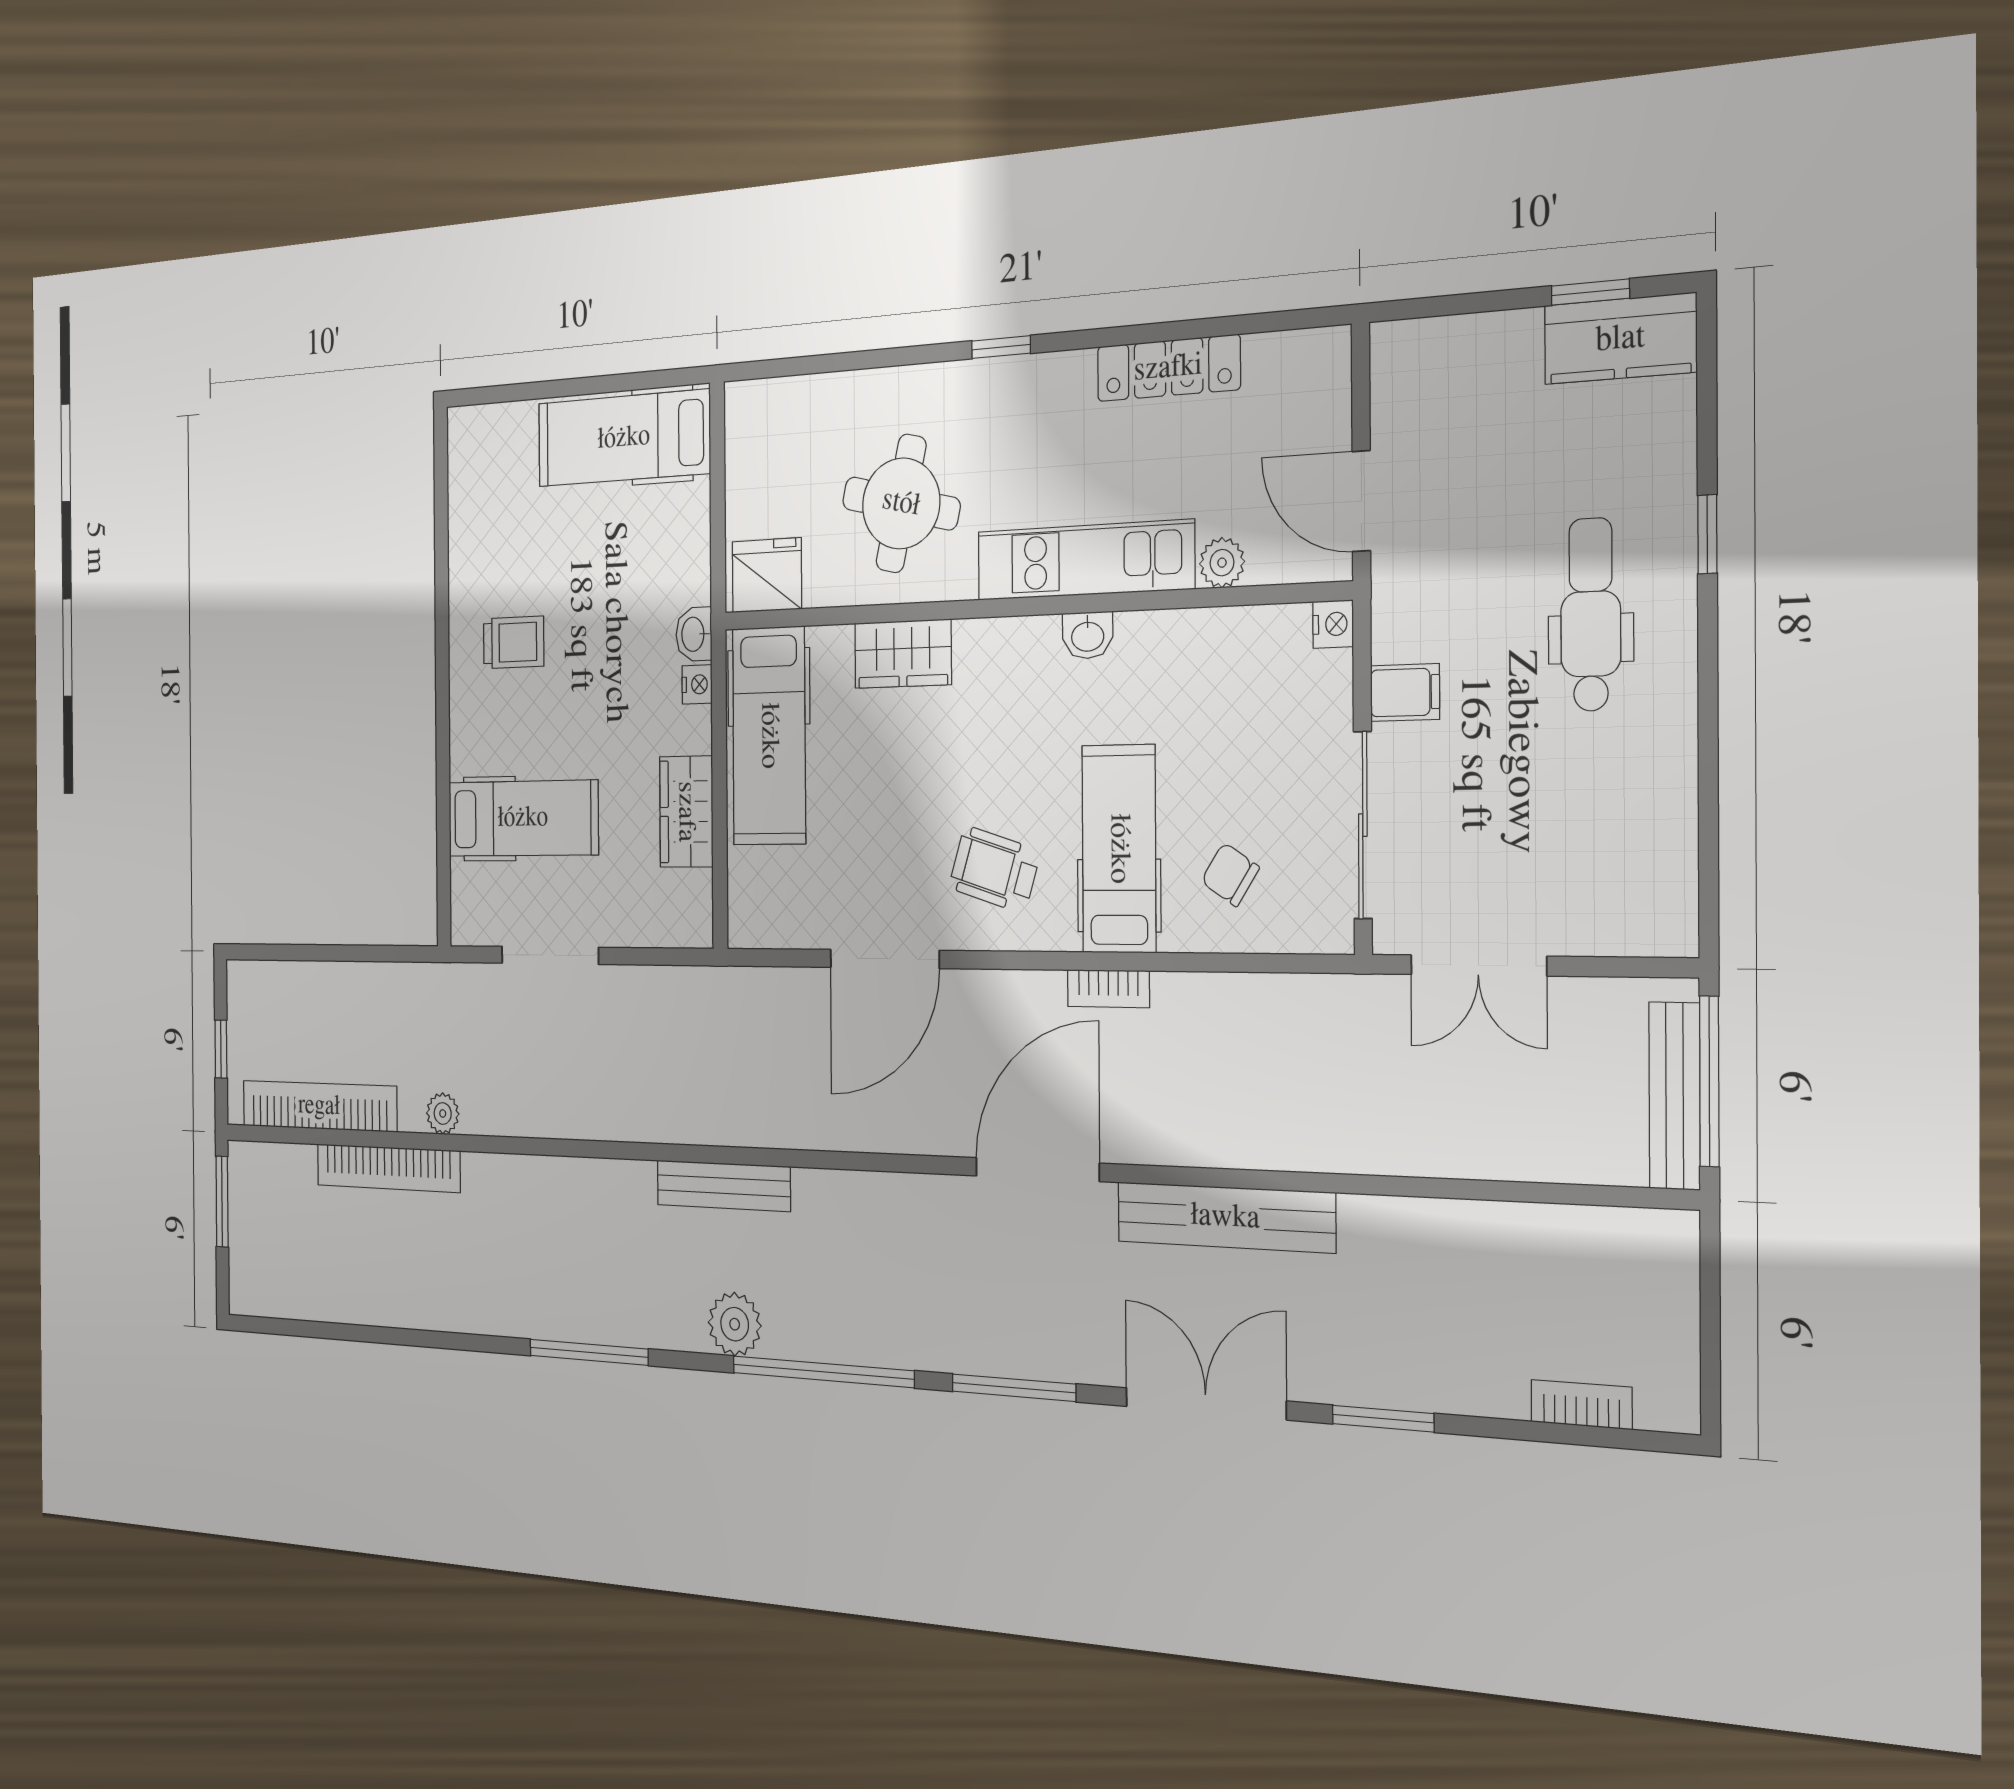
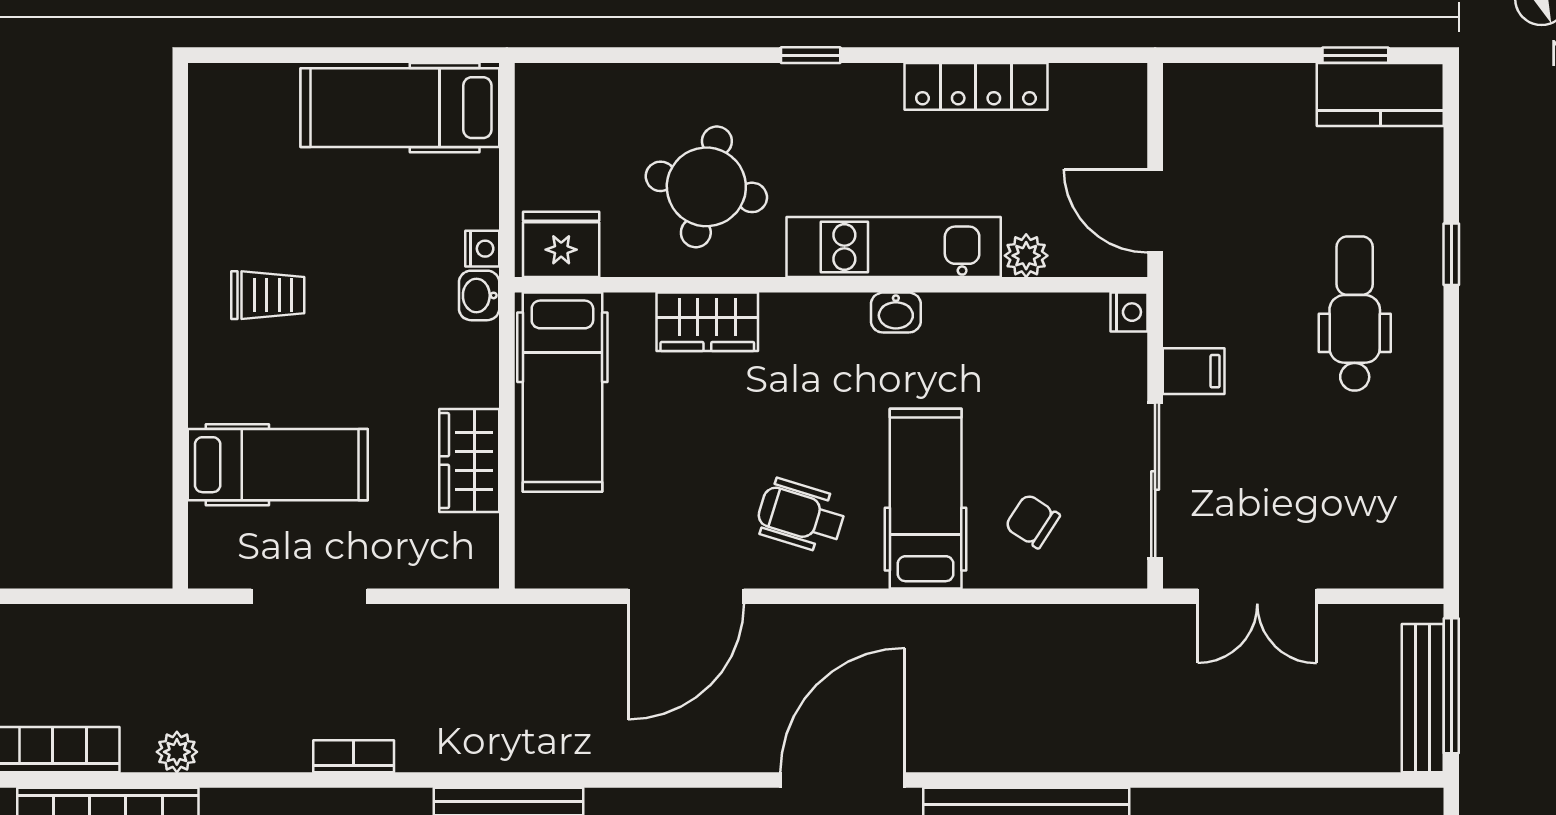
nightstand: (697, 684) -> (482, 249), moved
bookcase: (1108, 989) -> (354, 756), moved, turned 180

